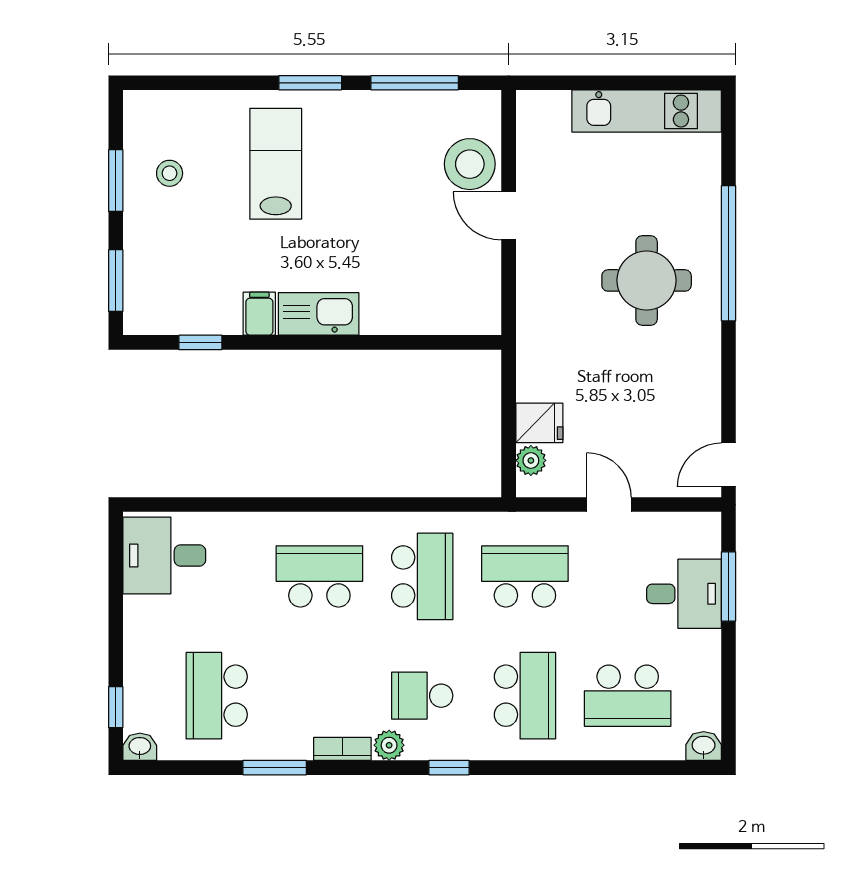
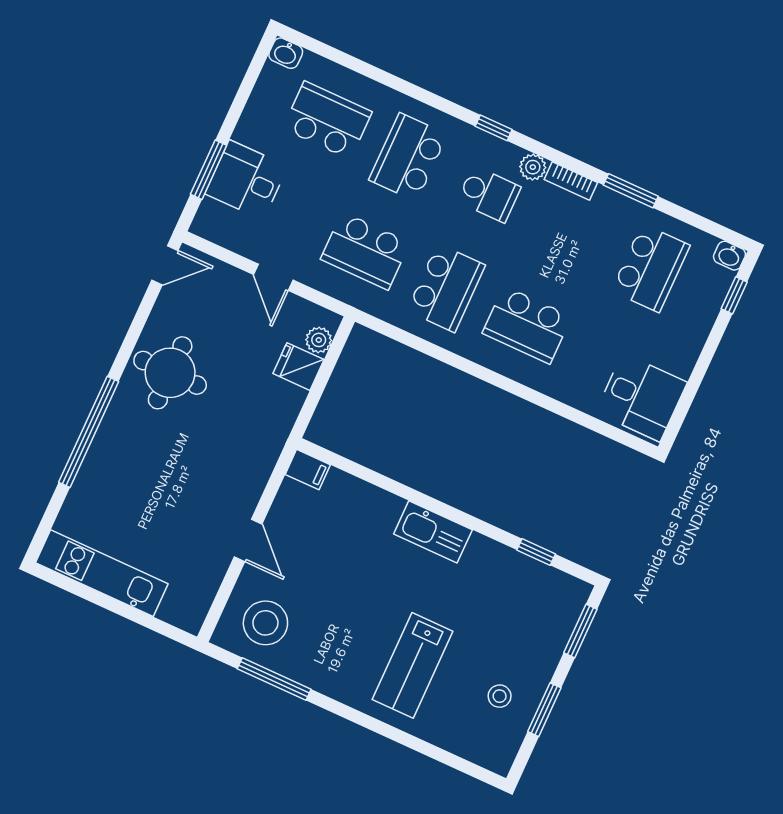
window: (310, 83) -> (356, 717), removed
stool: (470, 164) -> (265, 623), moved
round table: (647, 280) -> (170, 373), moved
filing cabinet: (259, 314) -> (308, 470), moved, turned -90
school desk: (422, 576) -> (446, 288), turned 180

